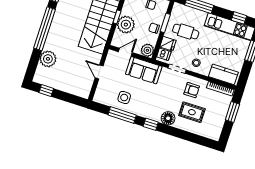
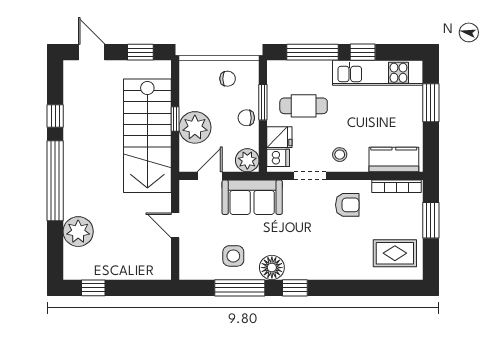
window: (239, 18) -> (363, 52), moved
rug: (192, 112) -> (395, 253), moved
floor lamp: (168, 118) -> (272, 268), moved

